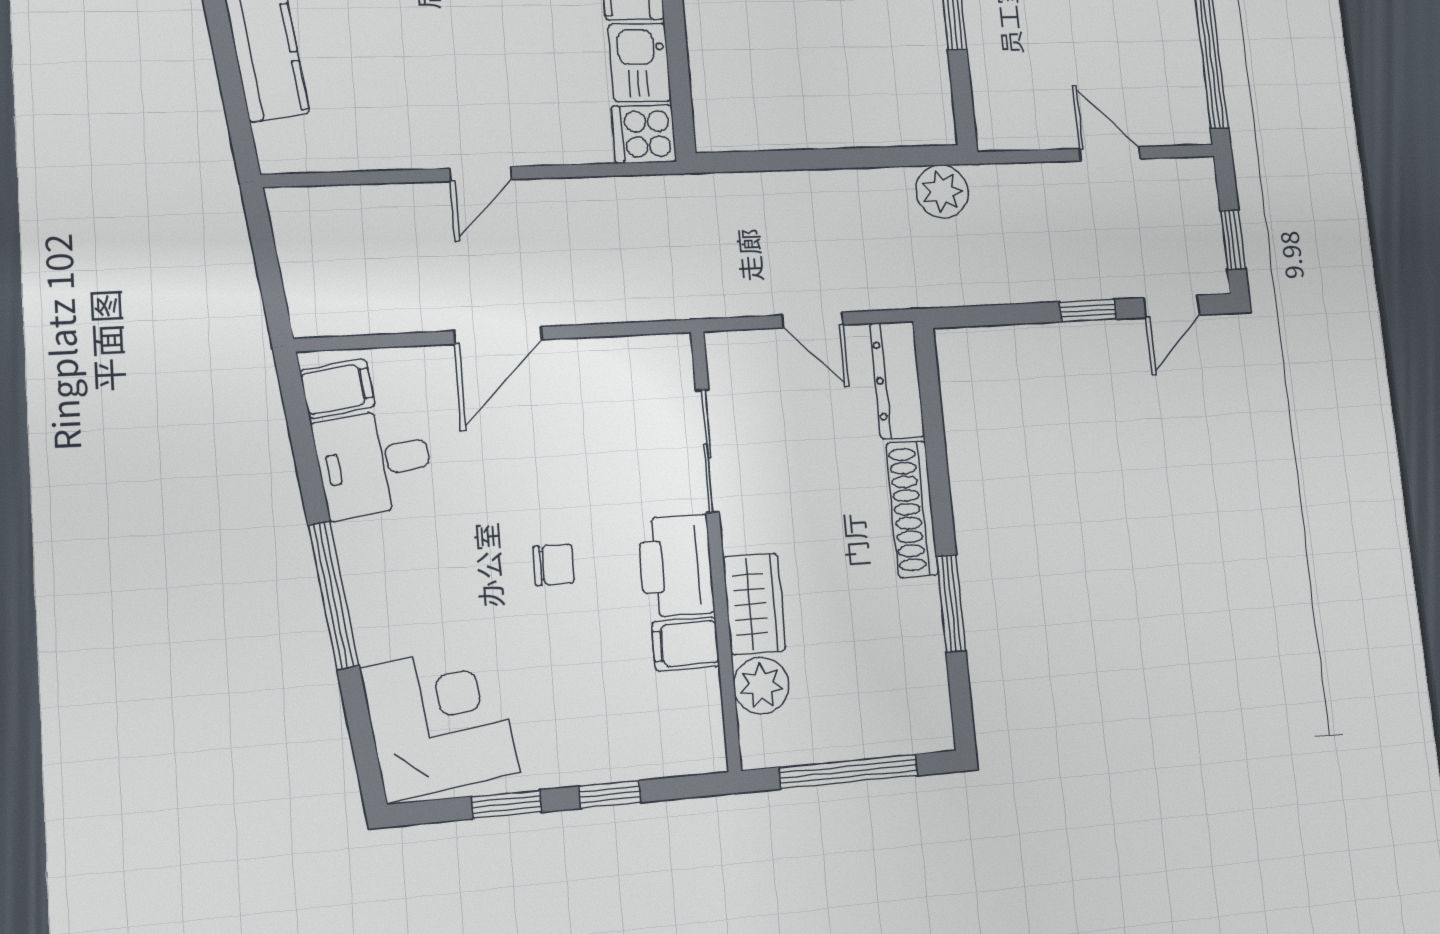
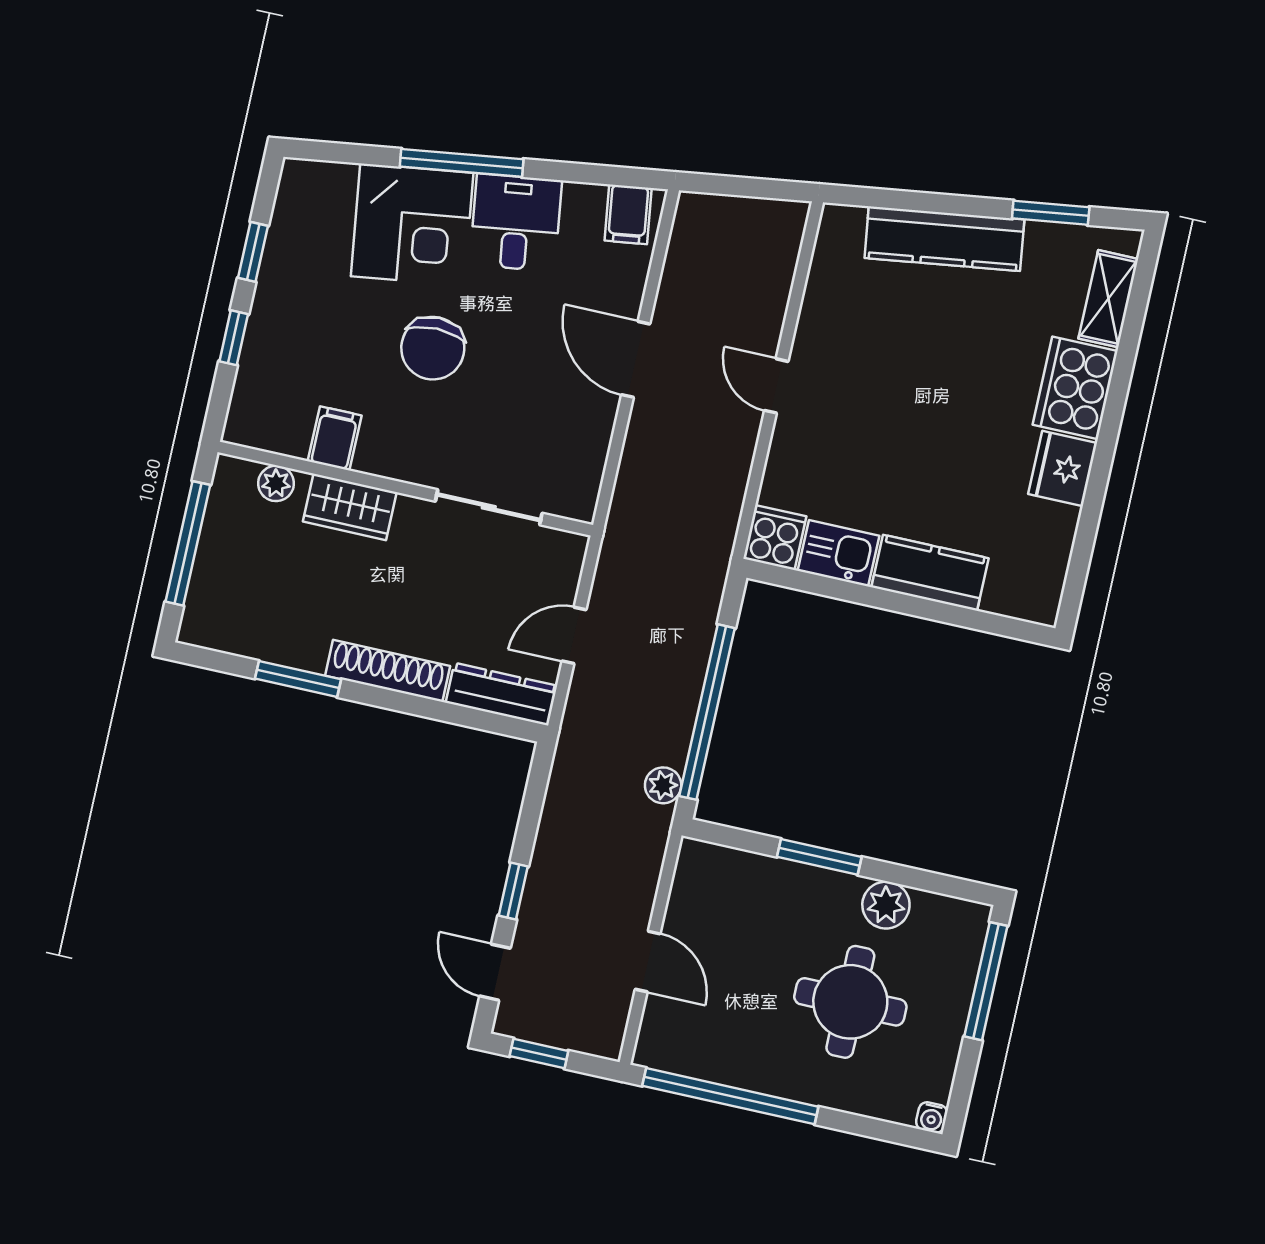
door: (1110, 154) -> (648, 962), hinge flipped
window: (846, 158) -> (707, 712), added
plant: (942, 191) -> (663, 785), width x0.73, depth x0.73
desk: (374, 462) -> (516, 223), moved
chair: (554, 565) -> (433, 348), width x1.87, depth x1.87
printer: (676, 566) -> (401, 451), removed
plant: (761, 686) -> (276, 483), width x0.73, depth x0.73
corner desk: (440, 721) -> (412, 225), moved

